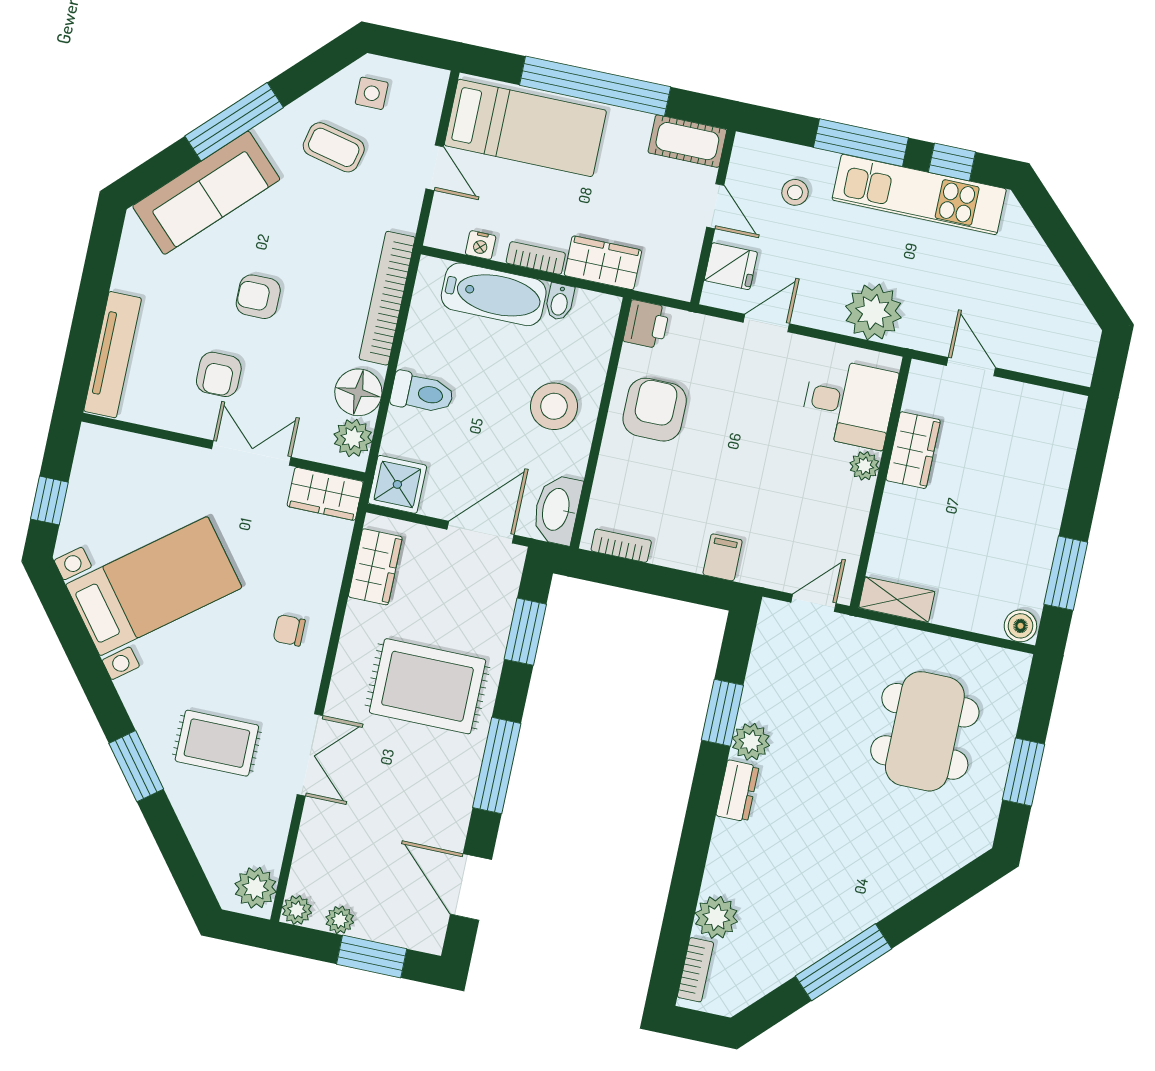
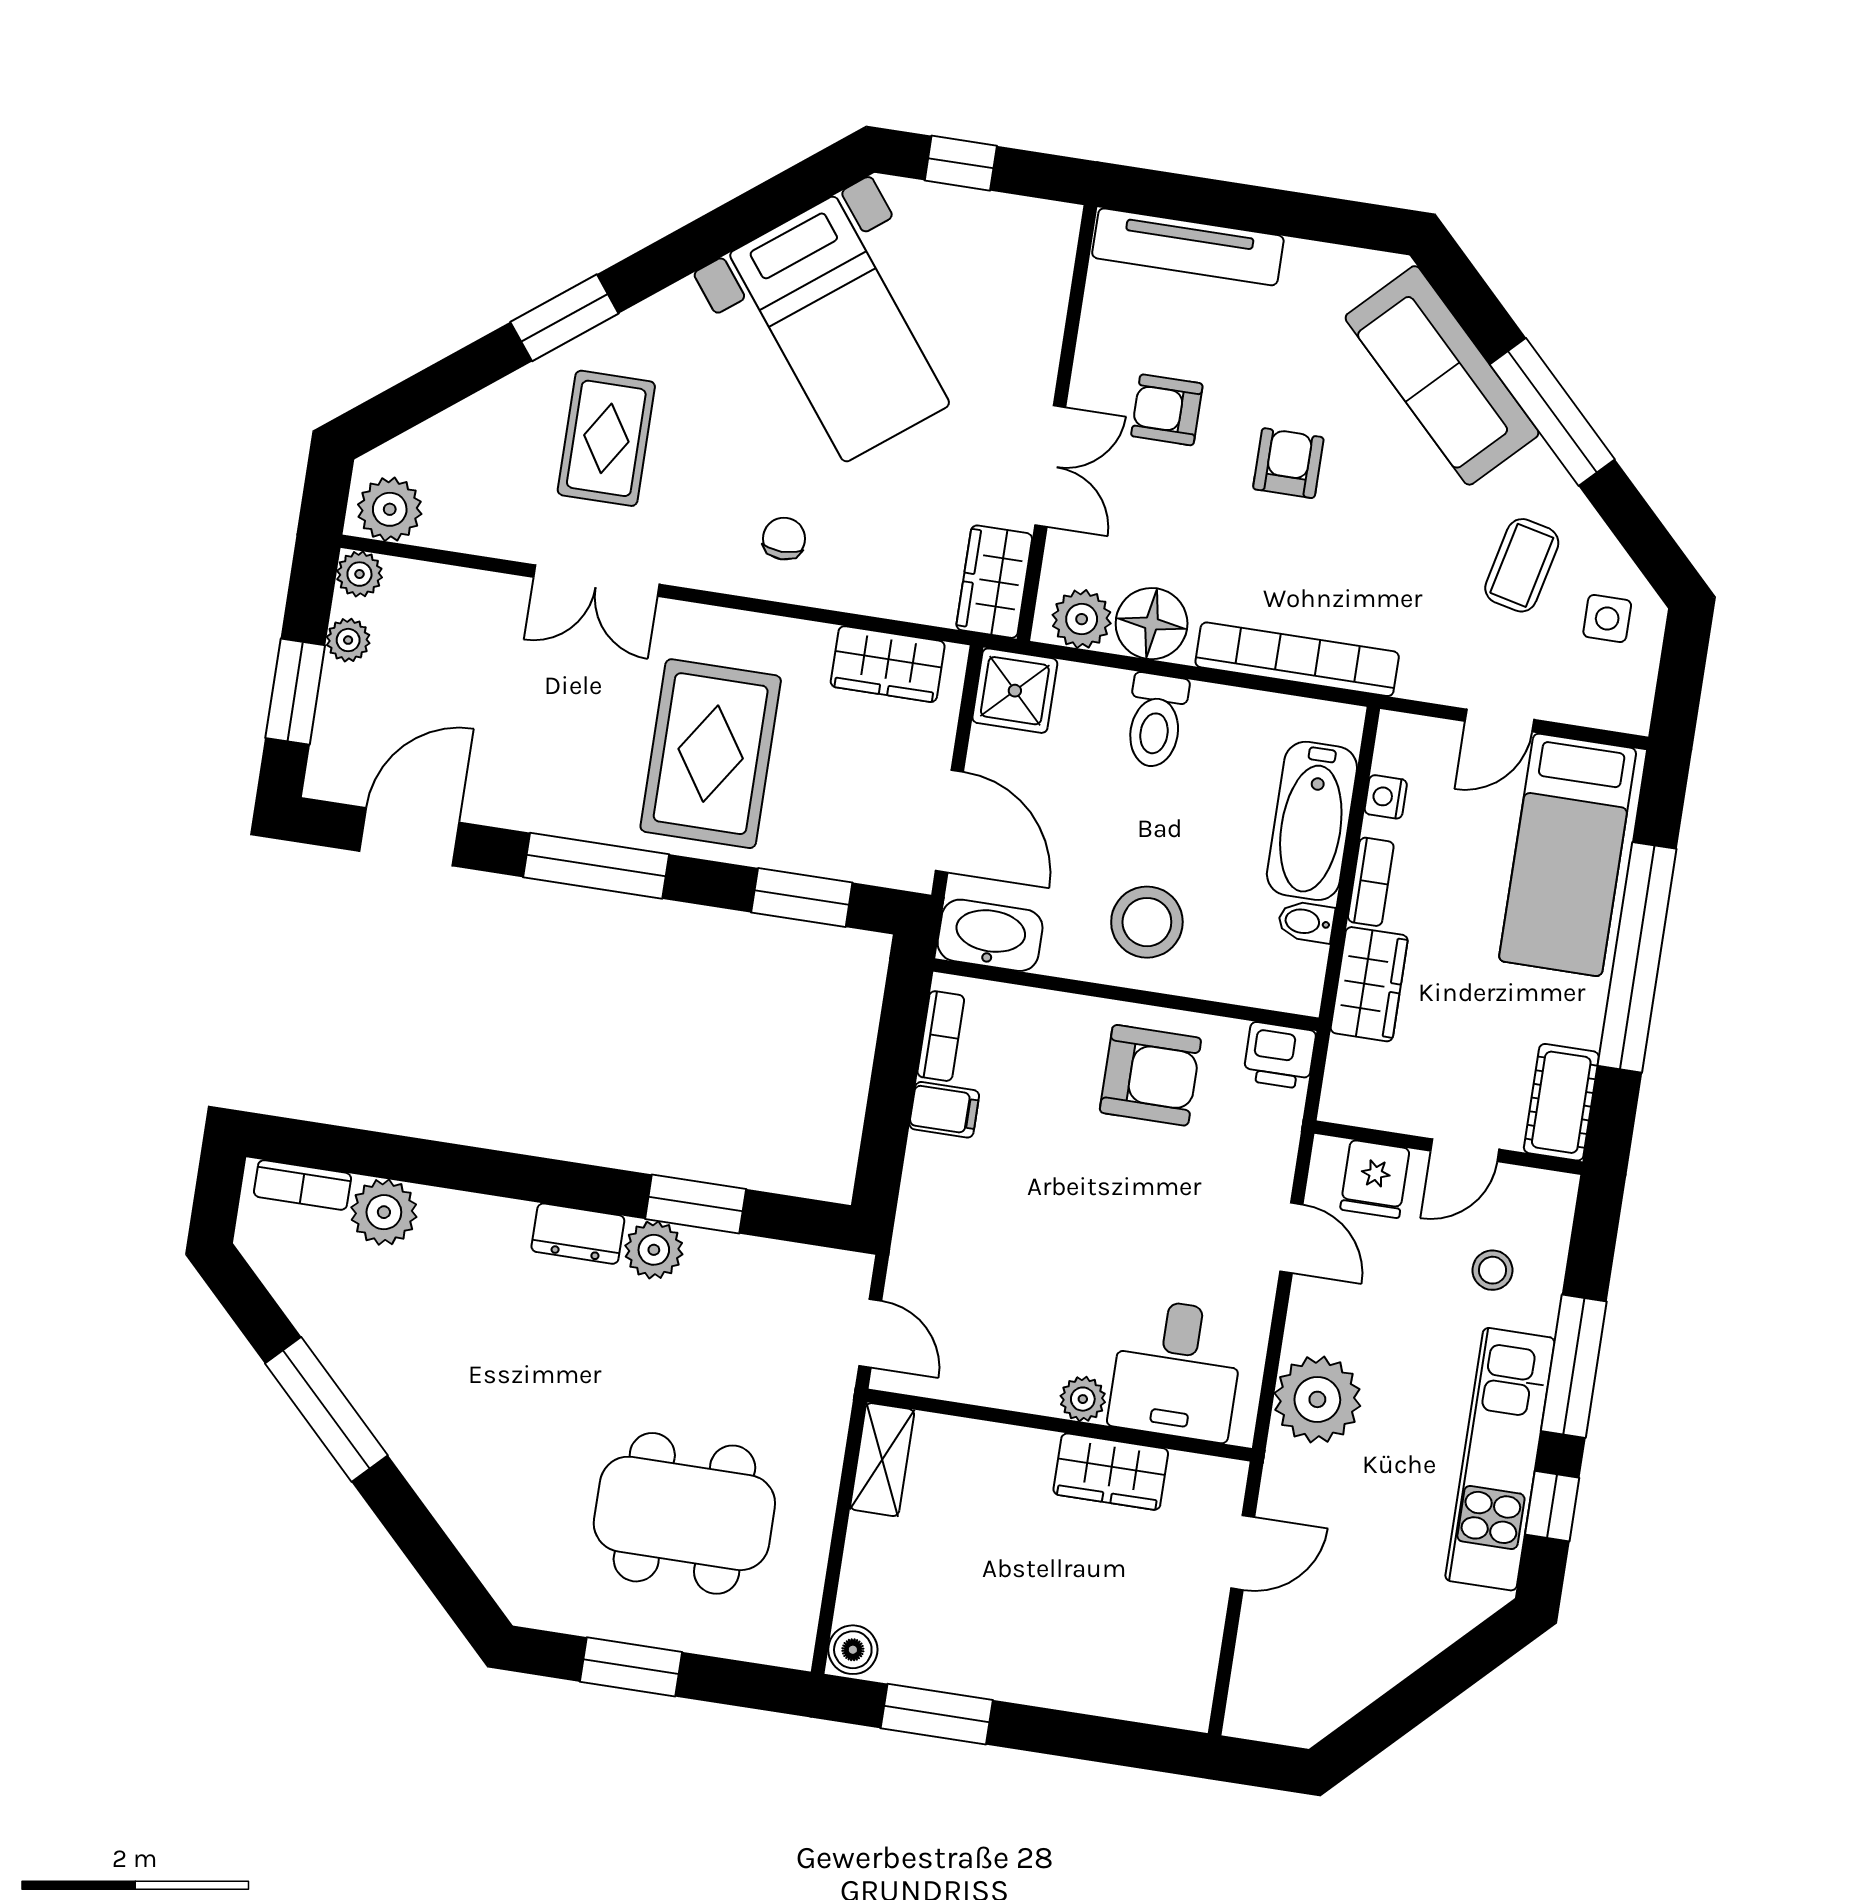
filing cabinet: (723, 557) -> (944, 1110), moved

